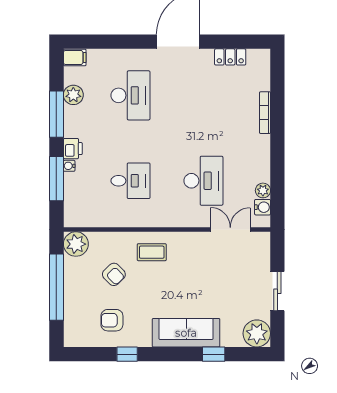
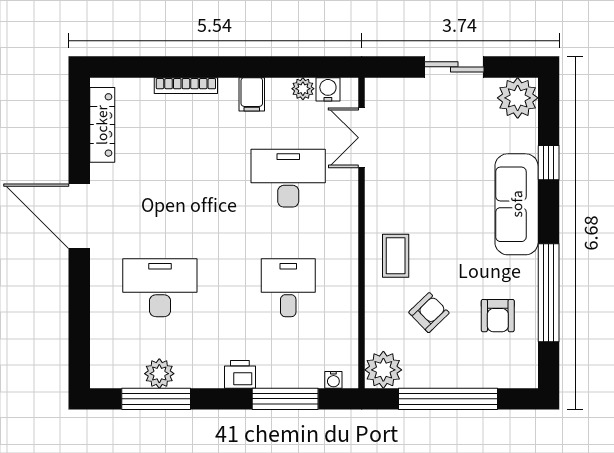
filing cabinet: (75, 57) -> (252, 94), moved, turned 180
locker: (230, 57) -> (102, 125), width x1.53
window: (56, 114) -> (156, 399), moved
water cooler: (69, 166) -> (333, 380), moved
window: (127, 354) -> (549, 293), width x3.17

